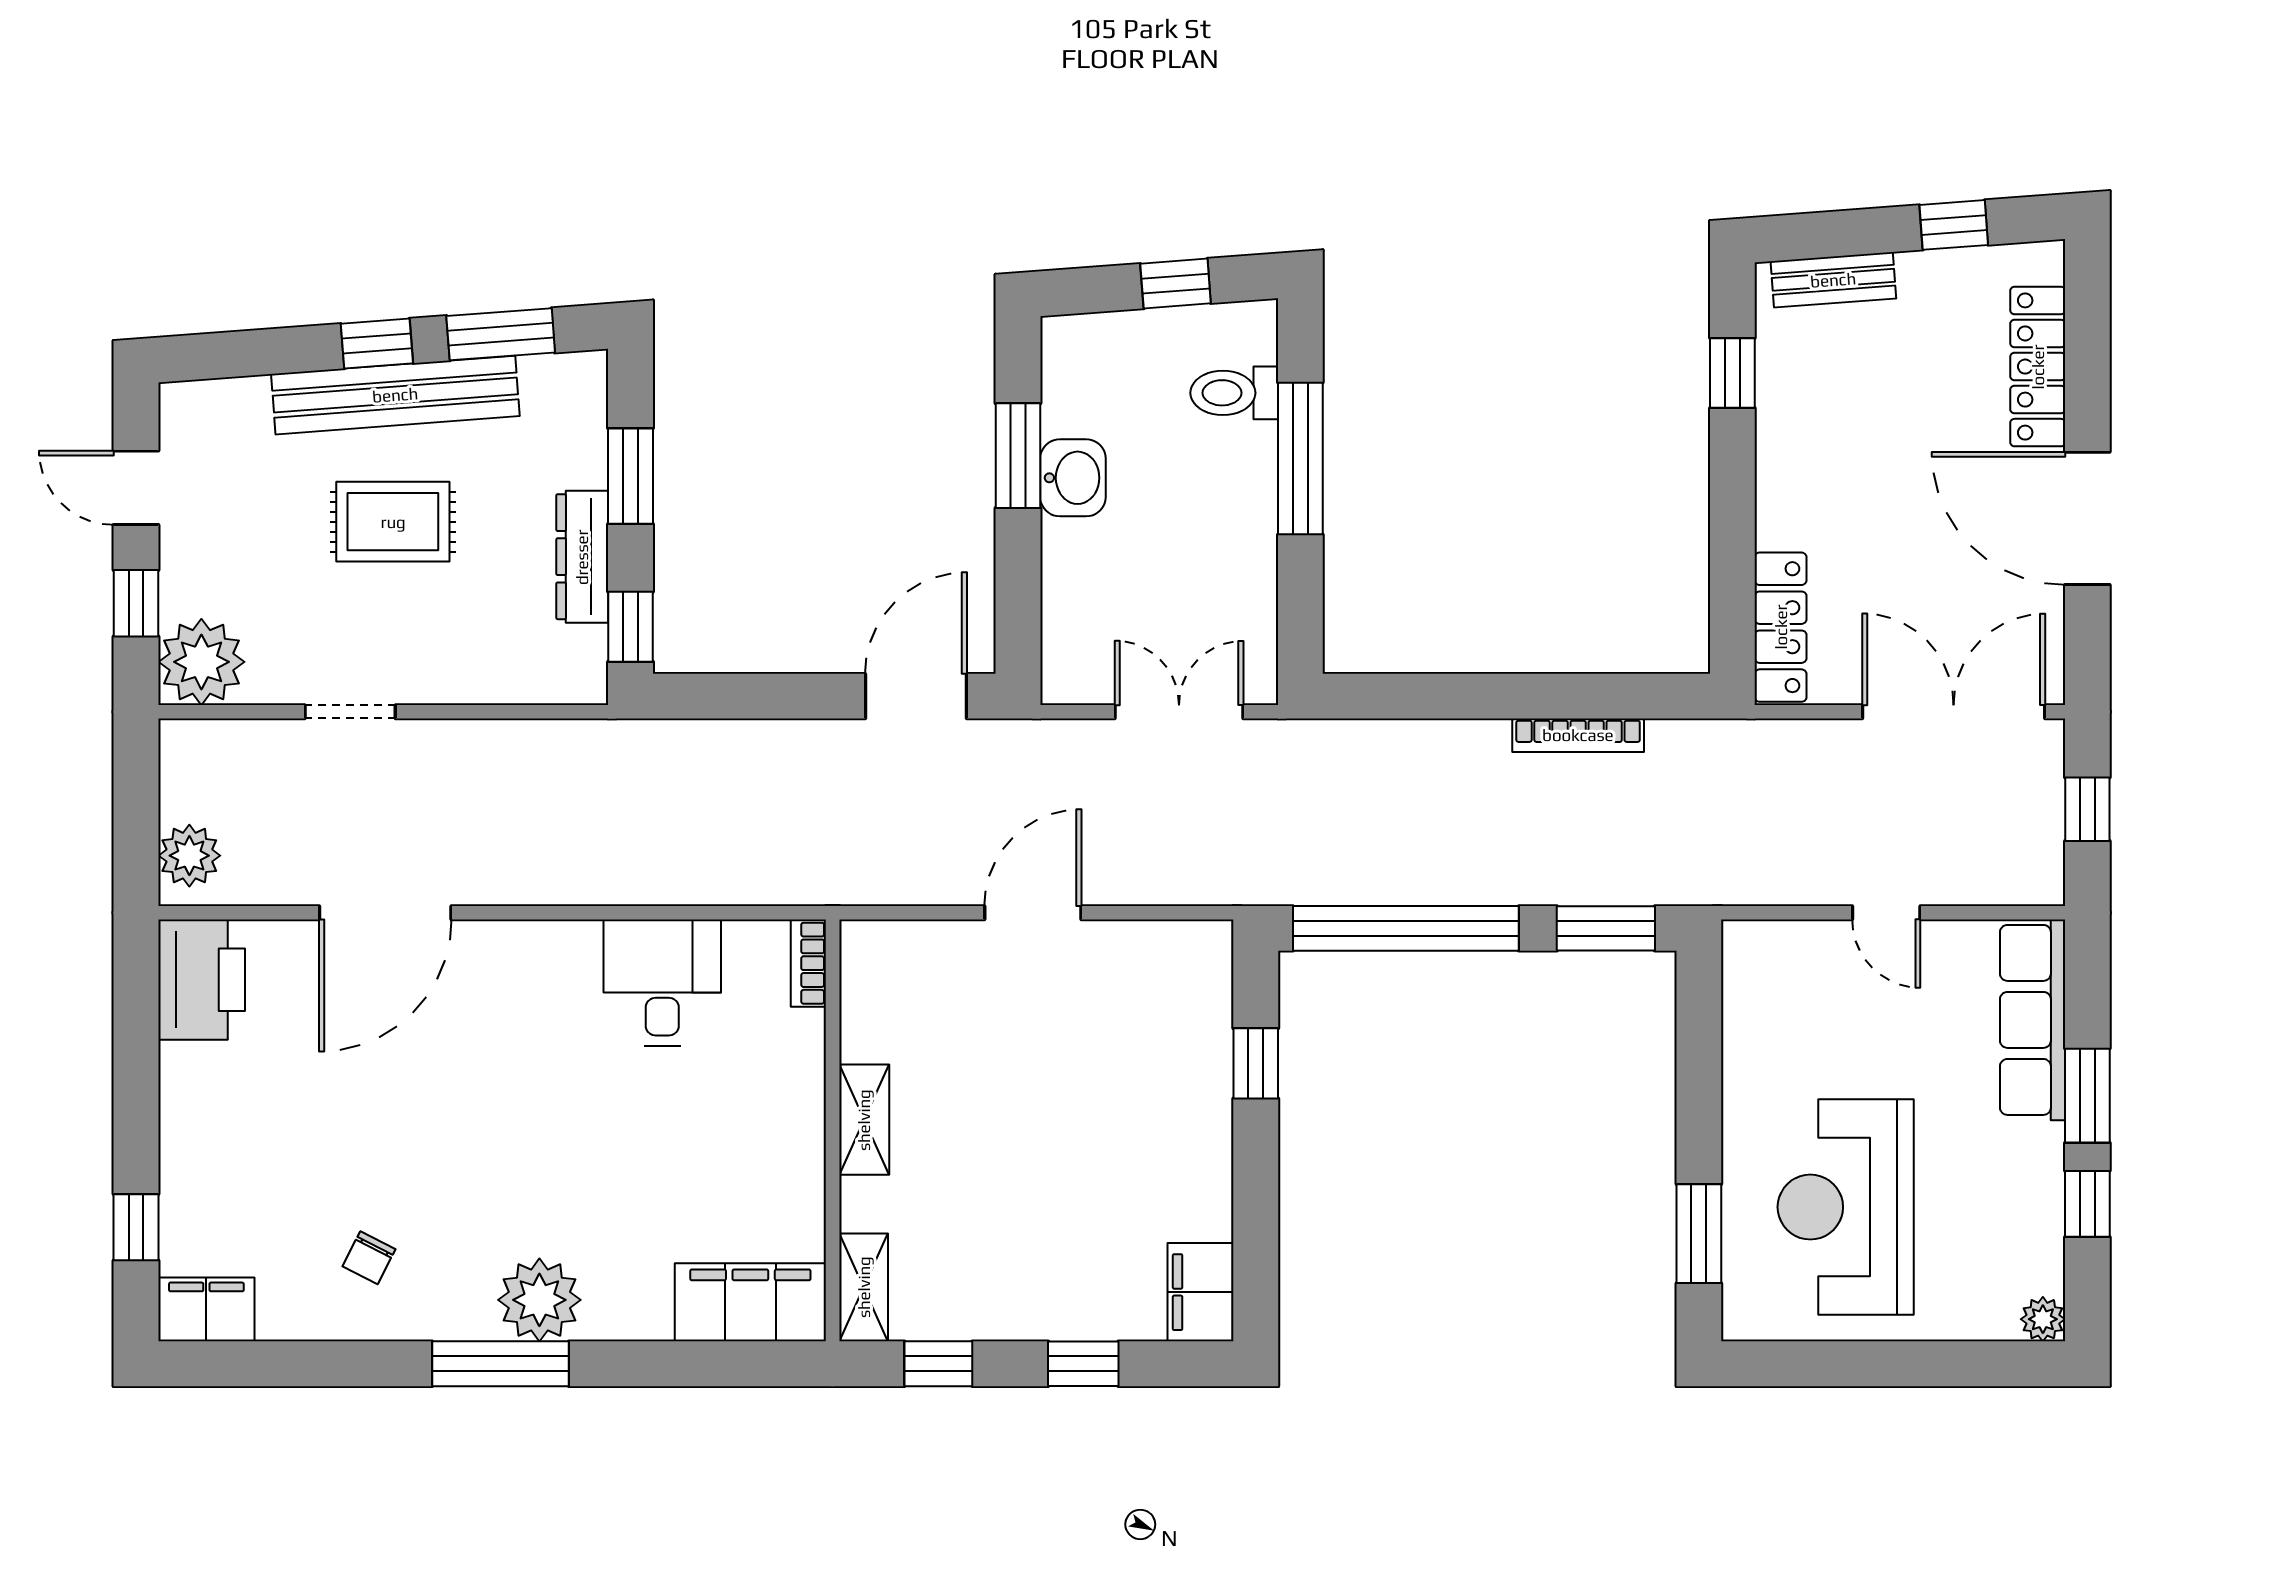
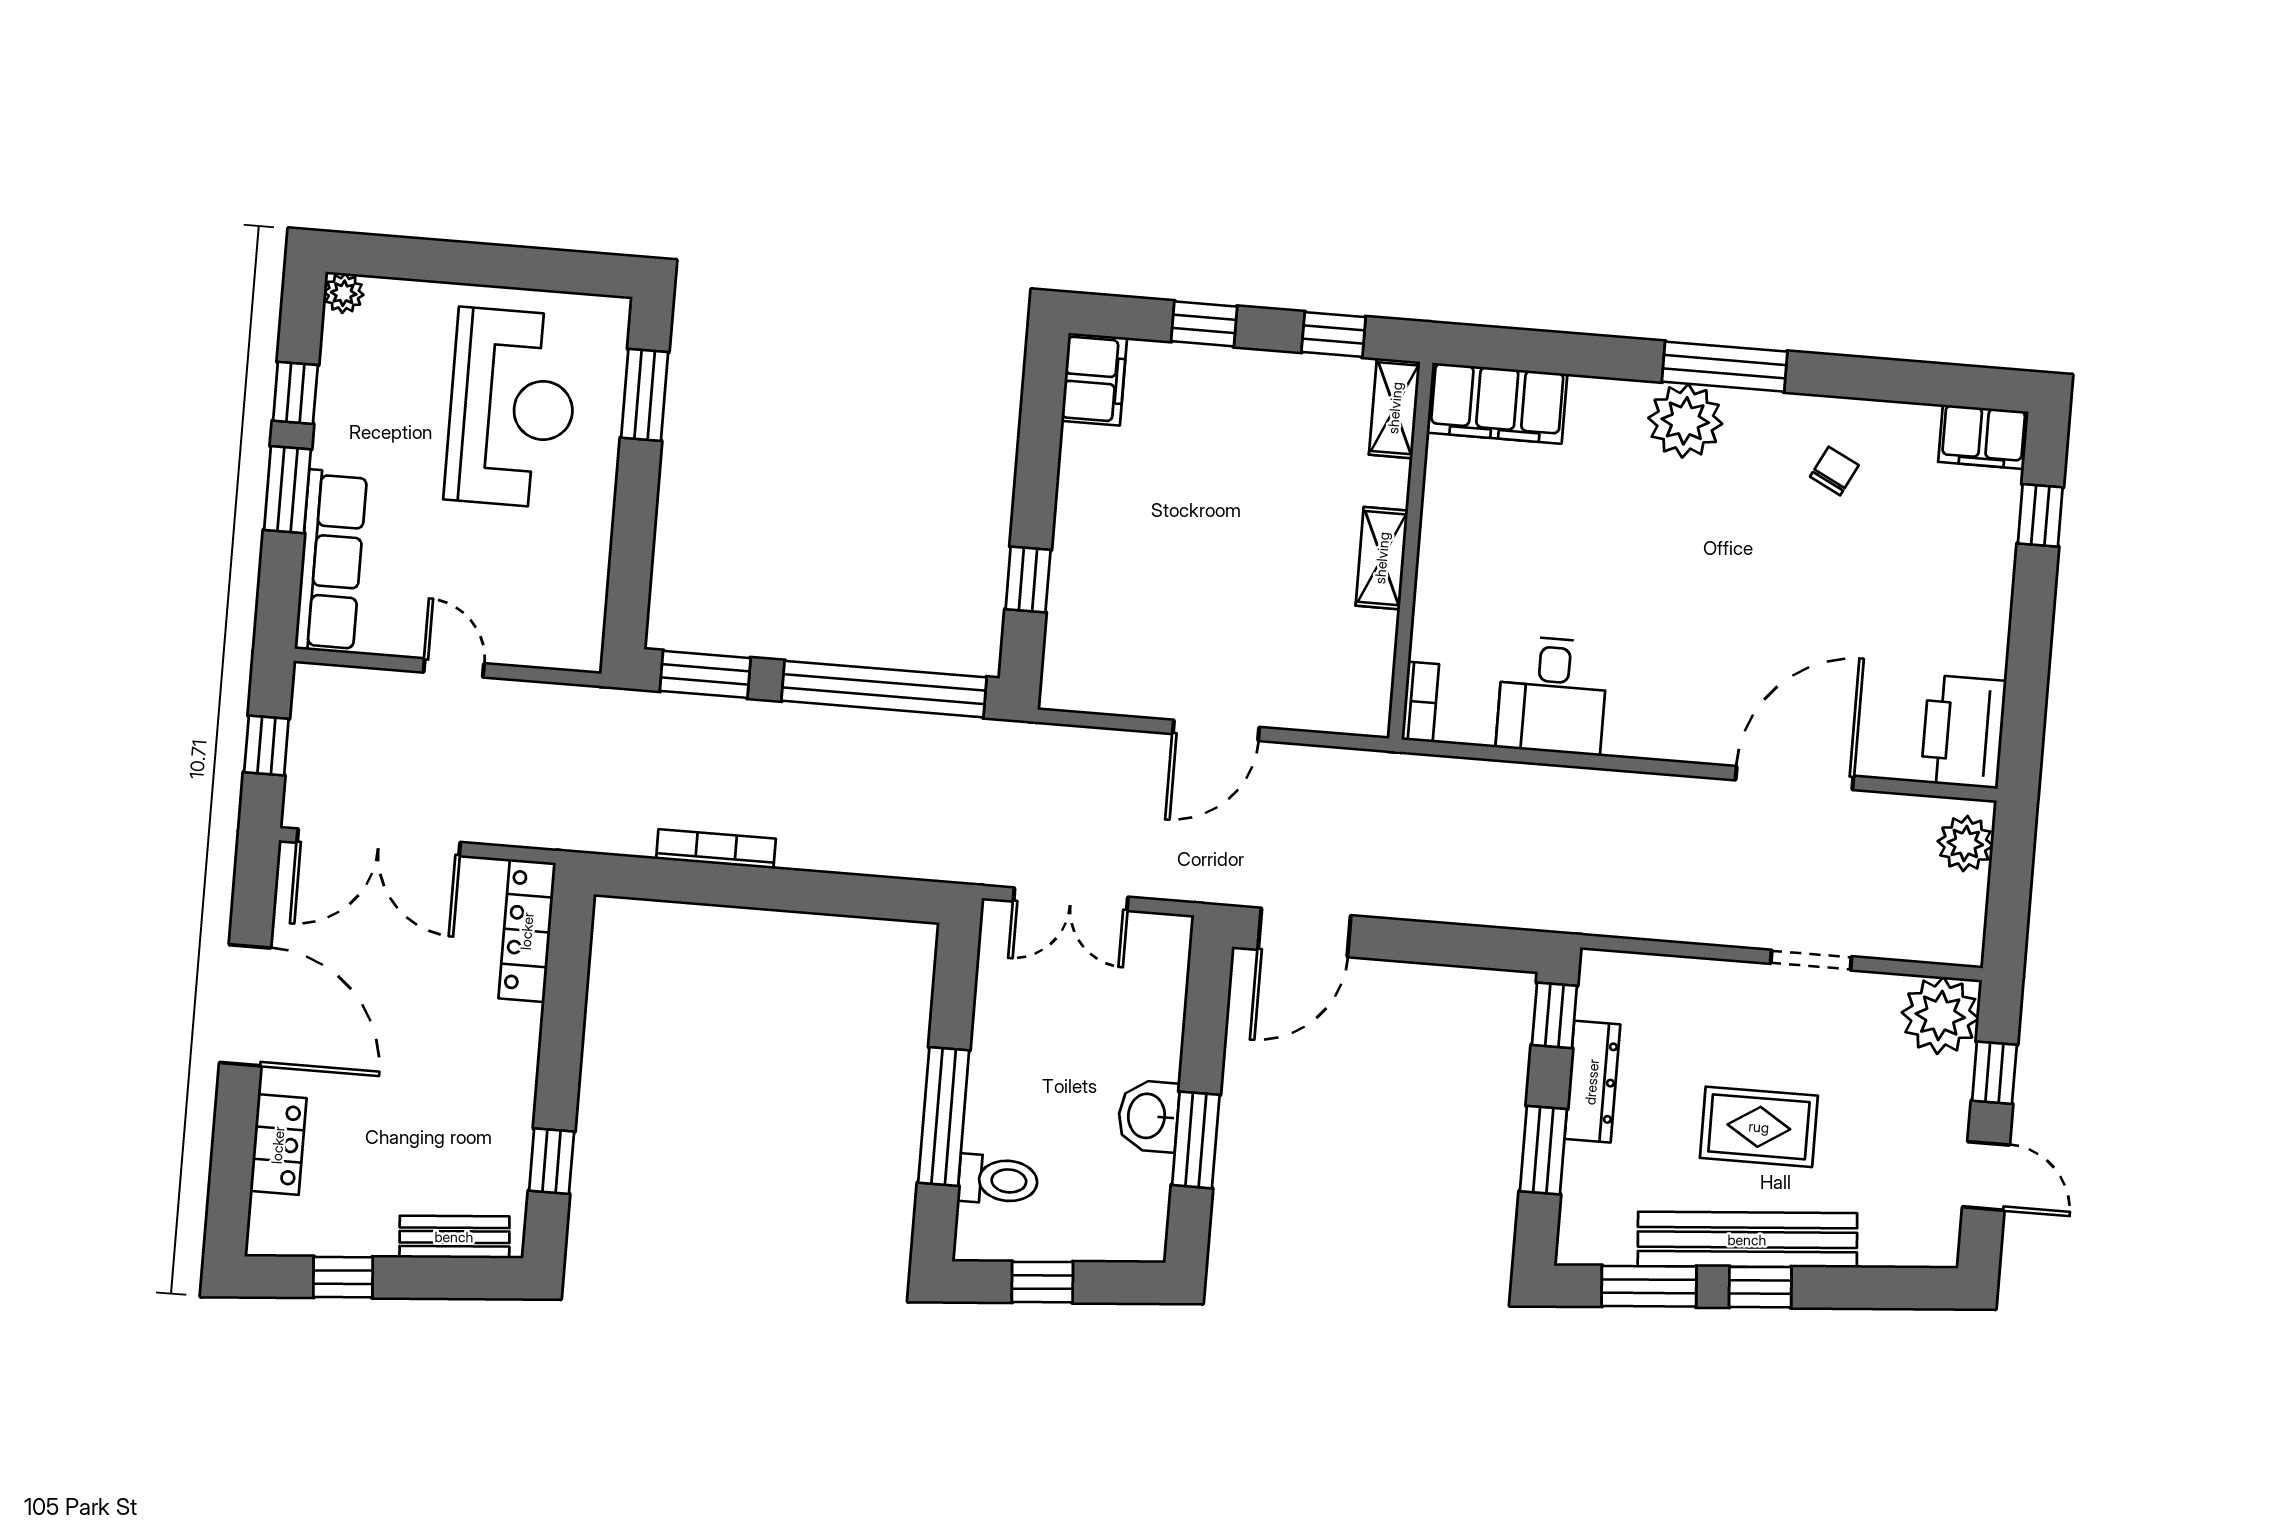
locker: (2038, 367) -> (278, 1145), width x0.66

